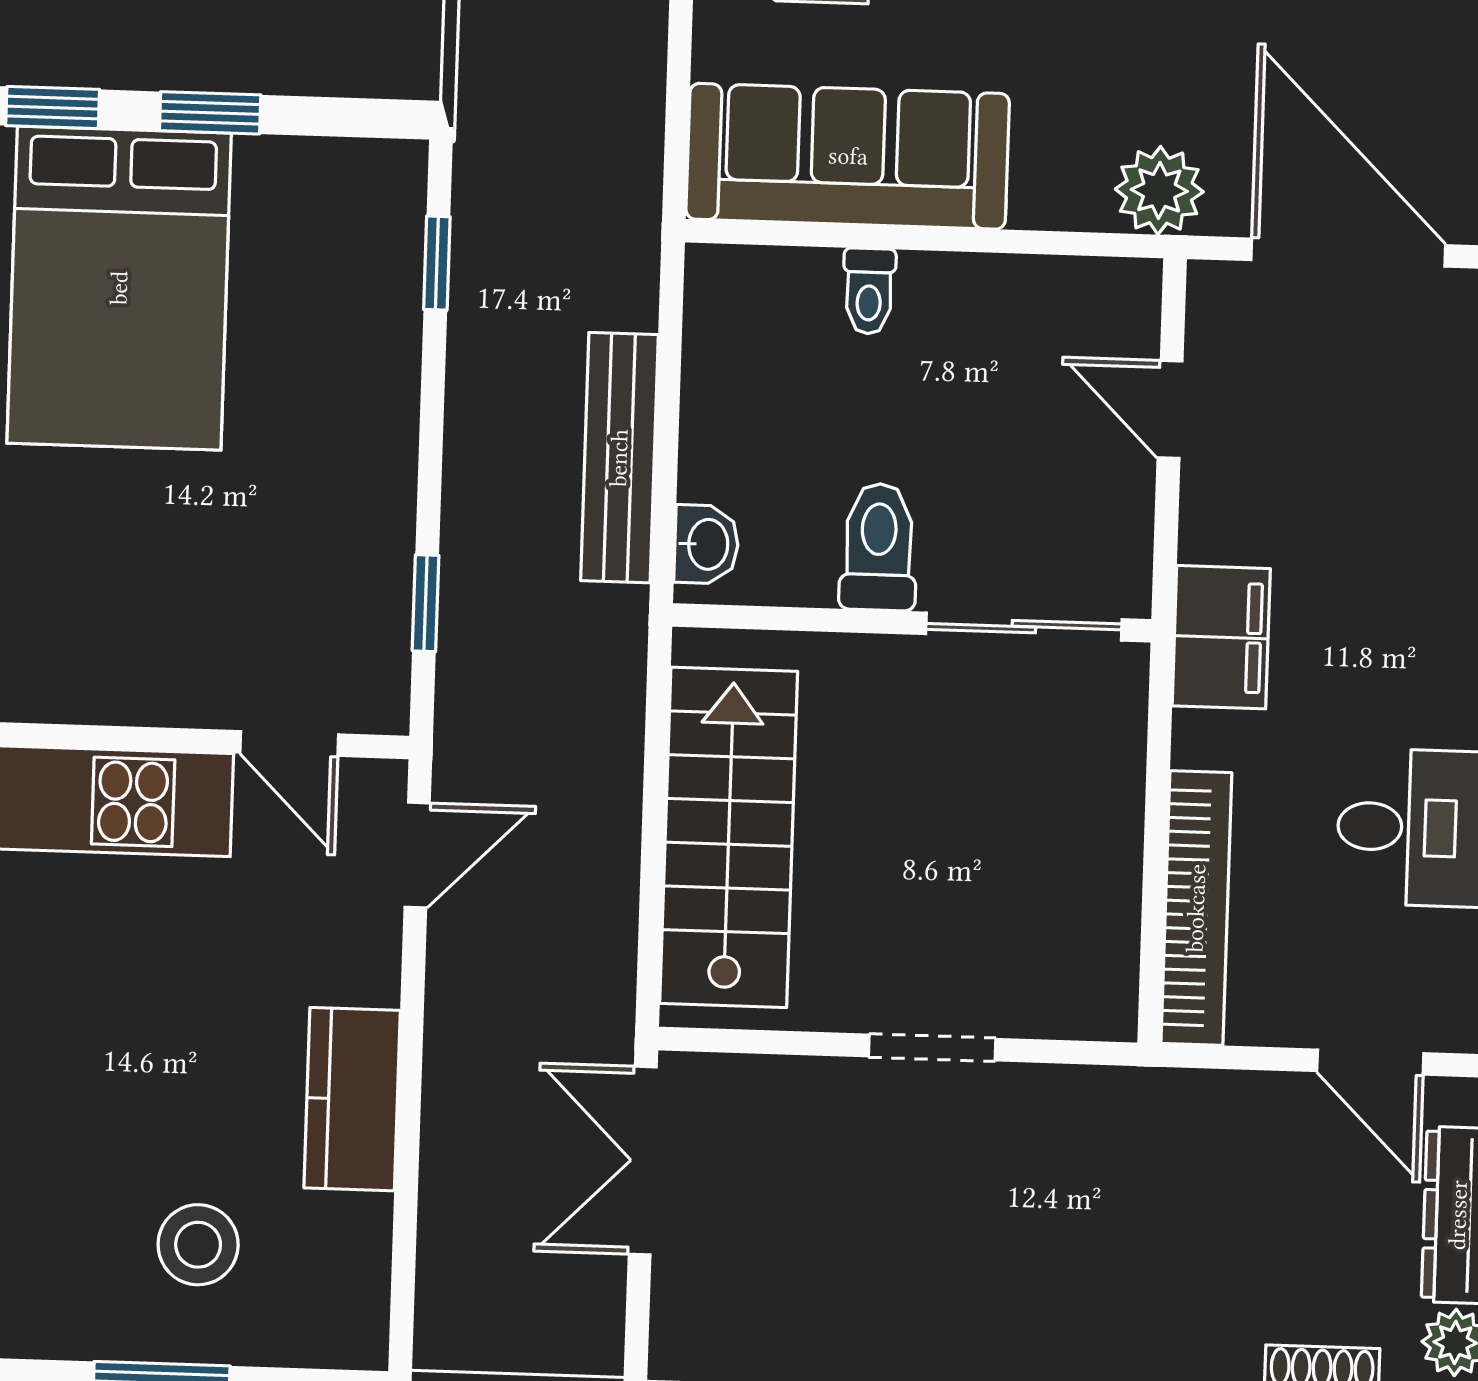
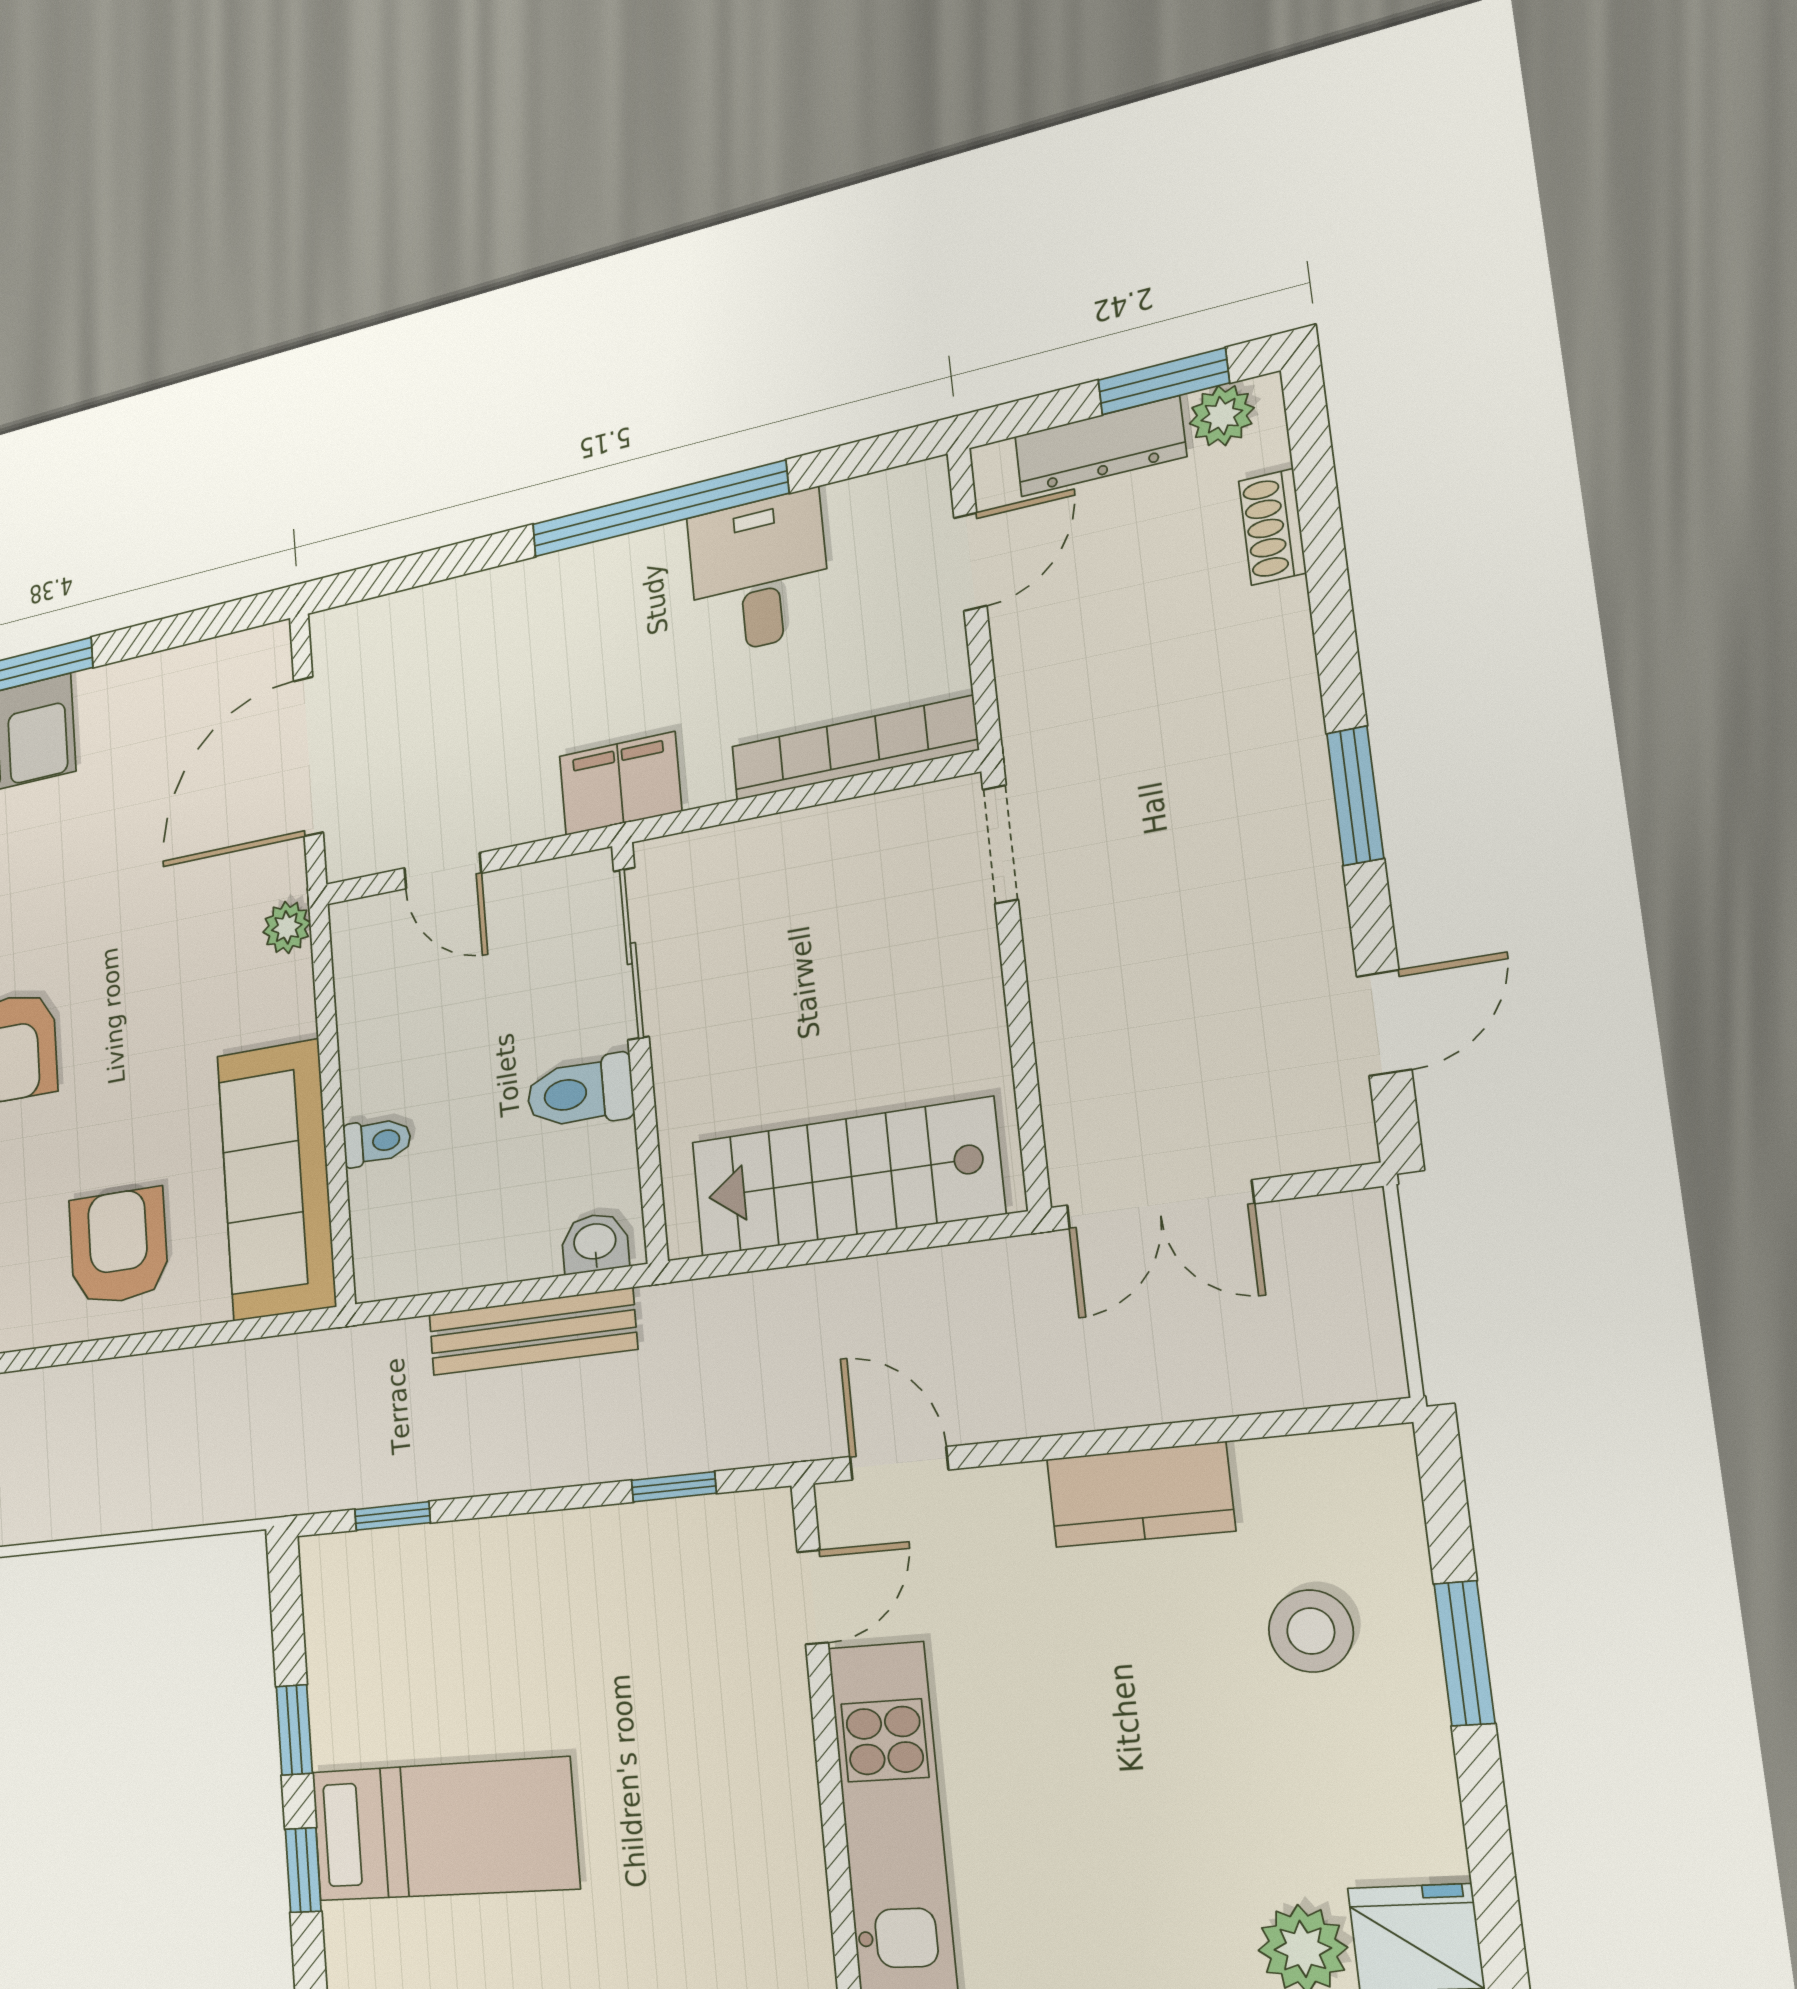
plant: (1159, 190) -> (287, 927), width x0.73, depth x0.73
bed: (119, 288) -> (443, 1829), width x0.67
door: (1170, 409) -> (443, 871), hinge flipped
doorway: (932, 1048) -> (1000, 844), moved

